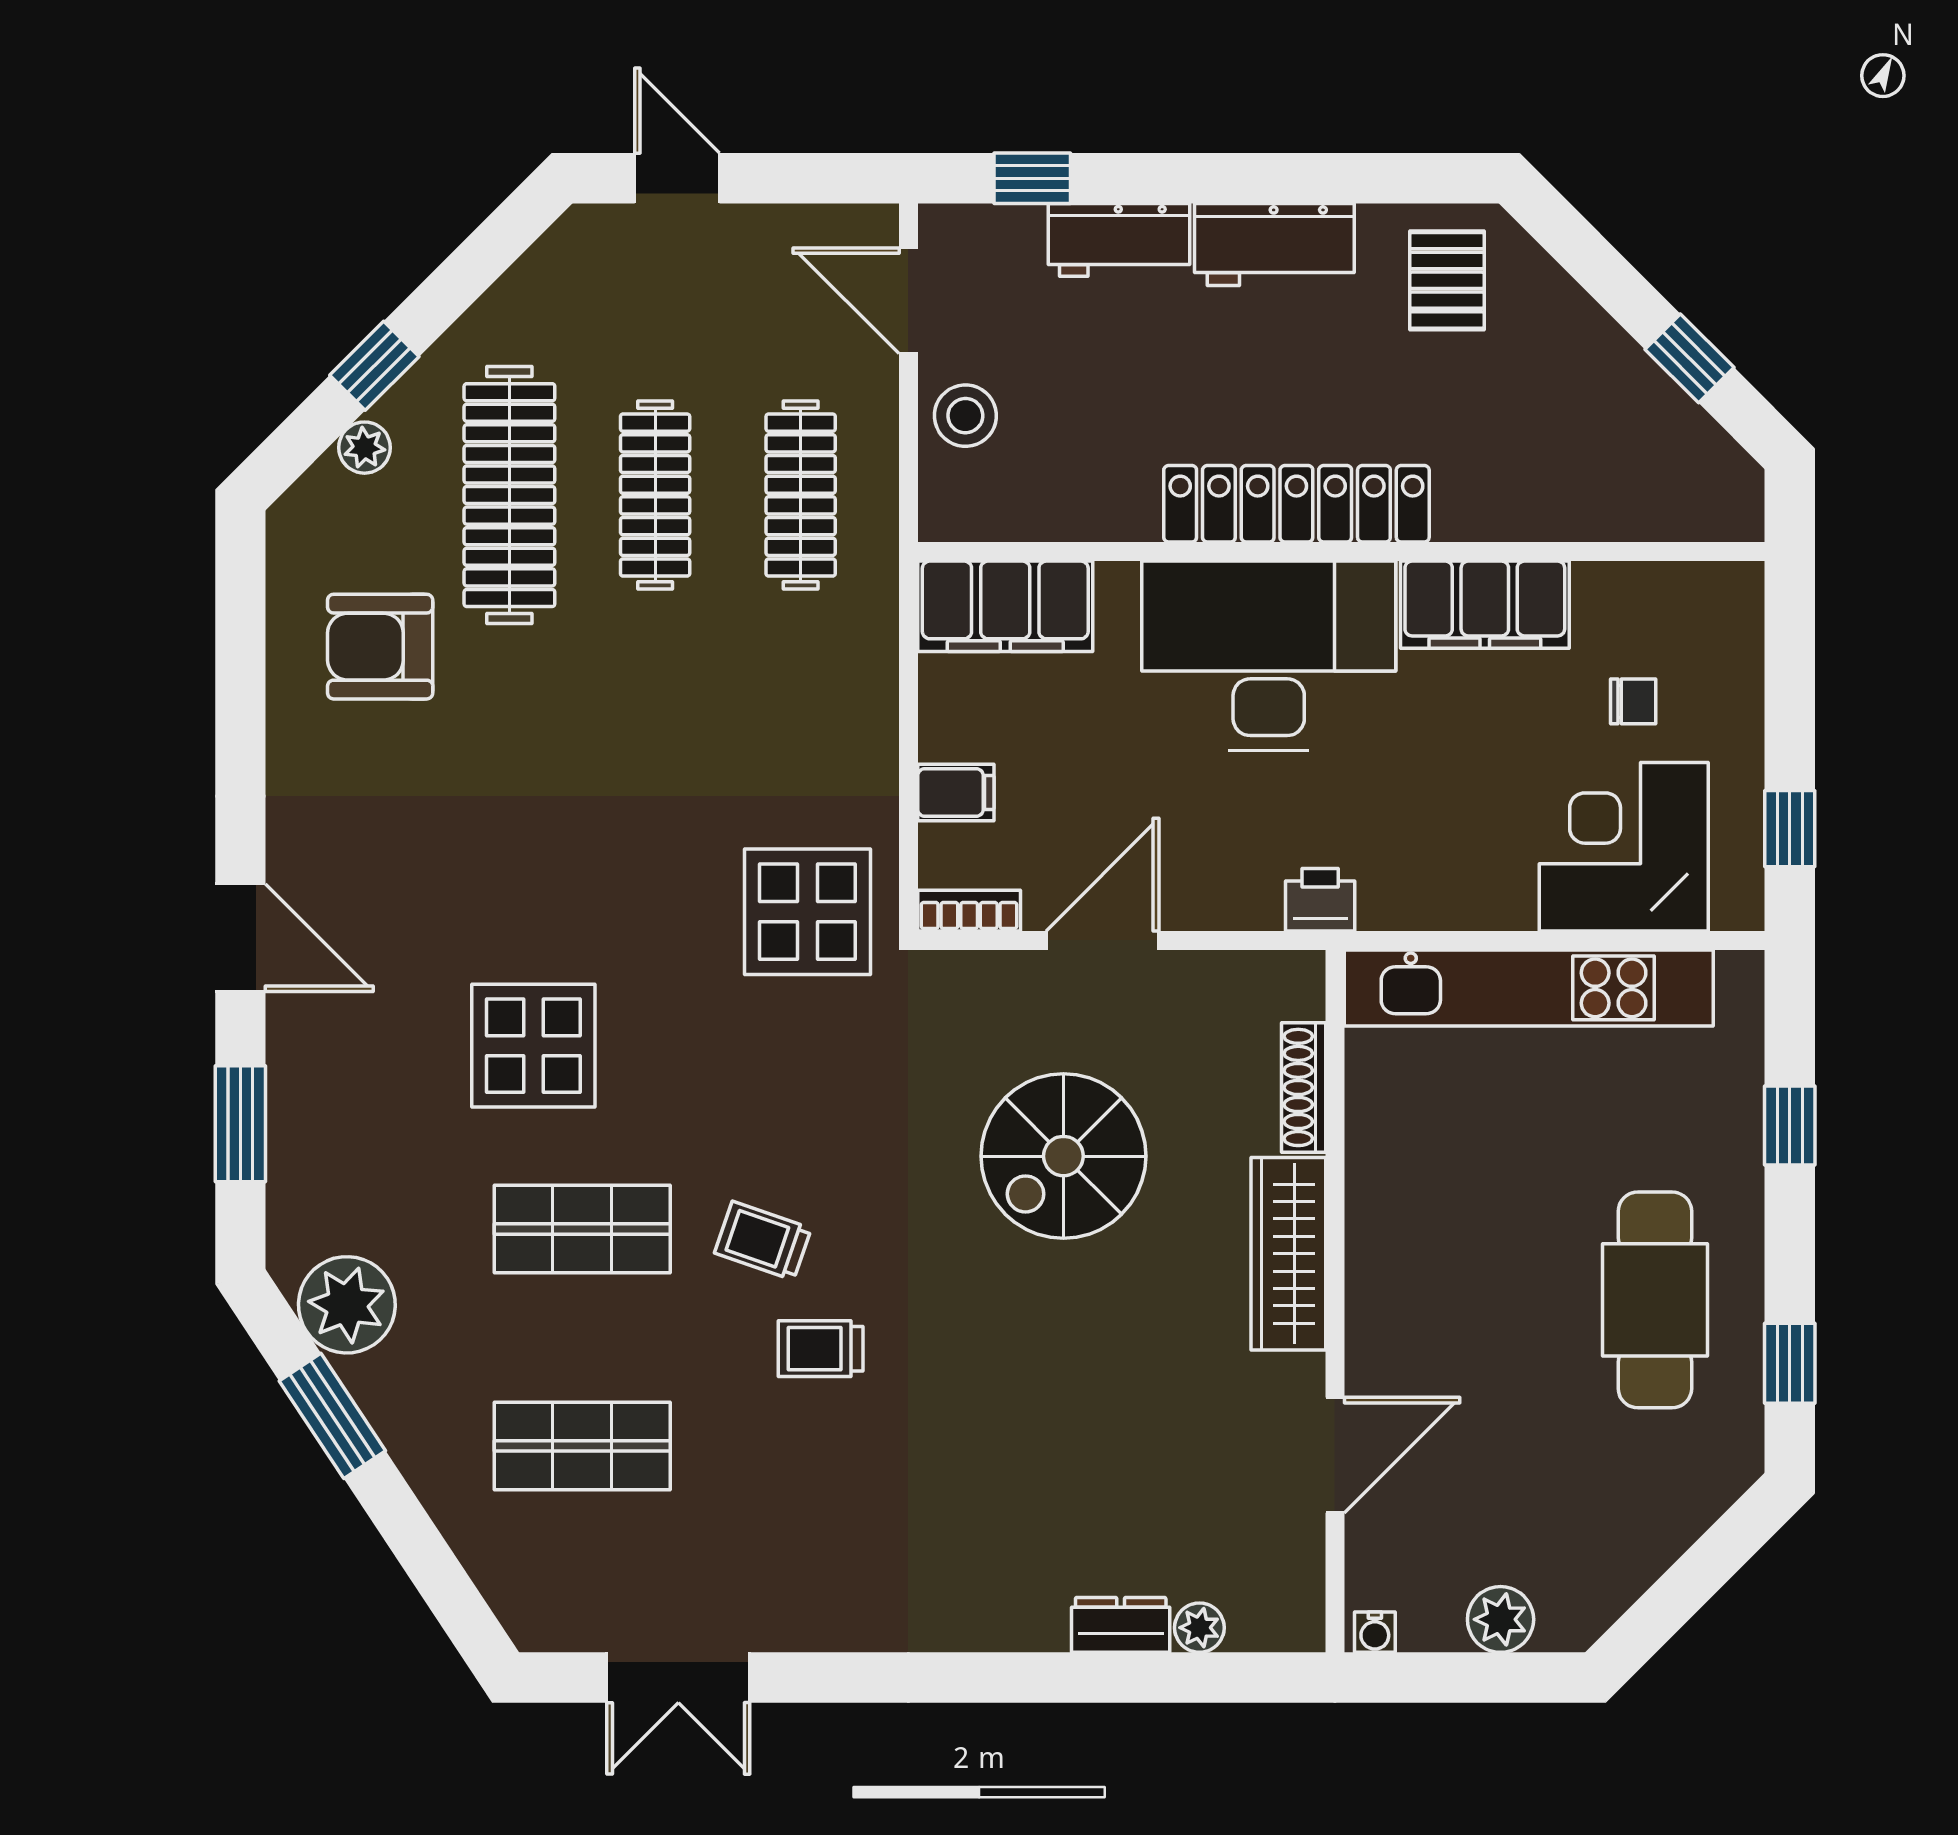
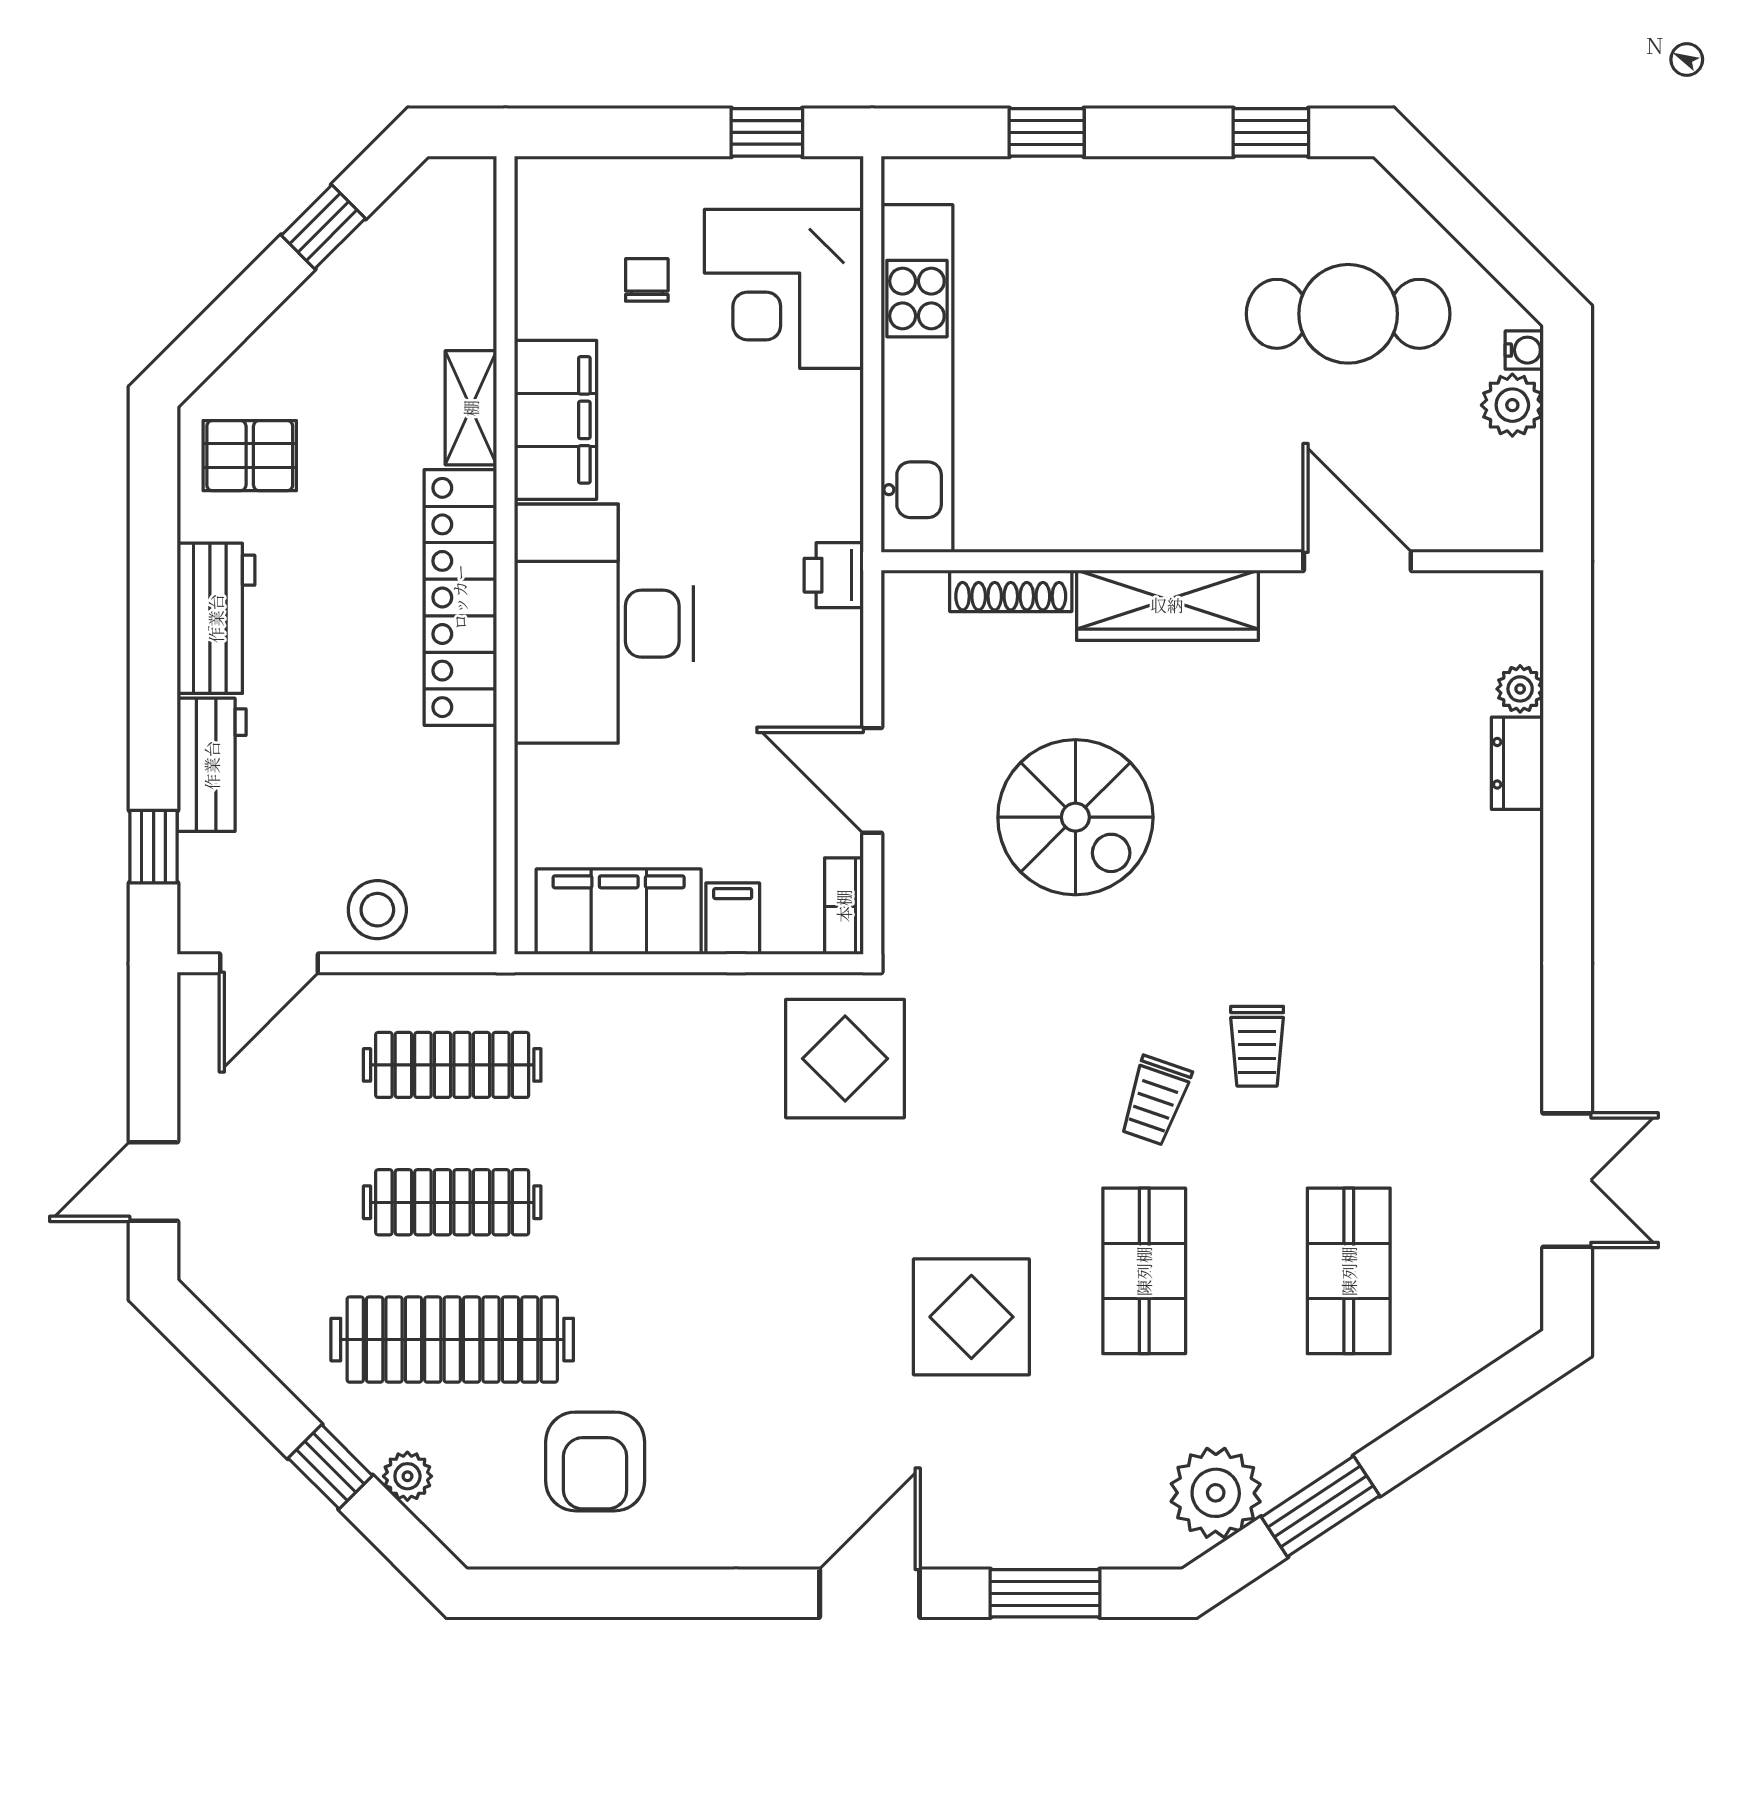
shelving: (1498, 515) -> (471, 408), added
filing cabinet: (1005, 606) -> (619, 912), moved, turned -90
cafe table: (1655, 1300) -> (1348, 314), moved
water cooler: (1375, 1632) -> (1524, 350), moved

